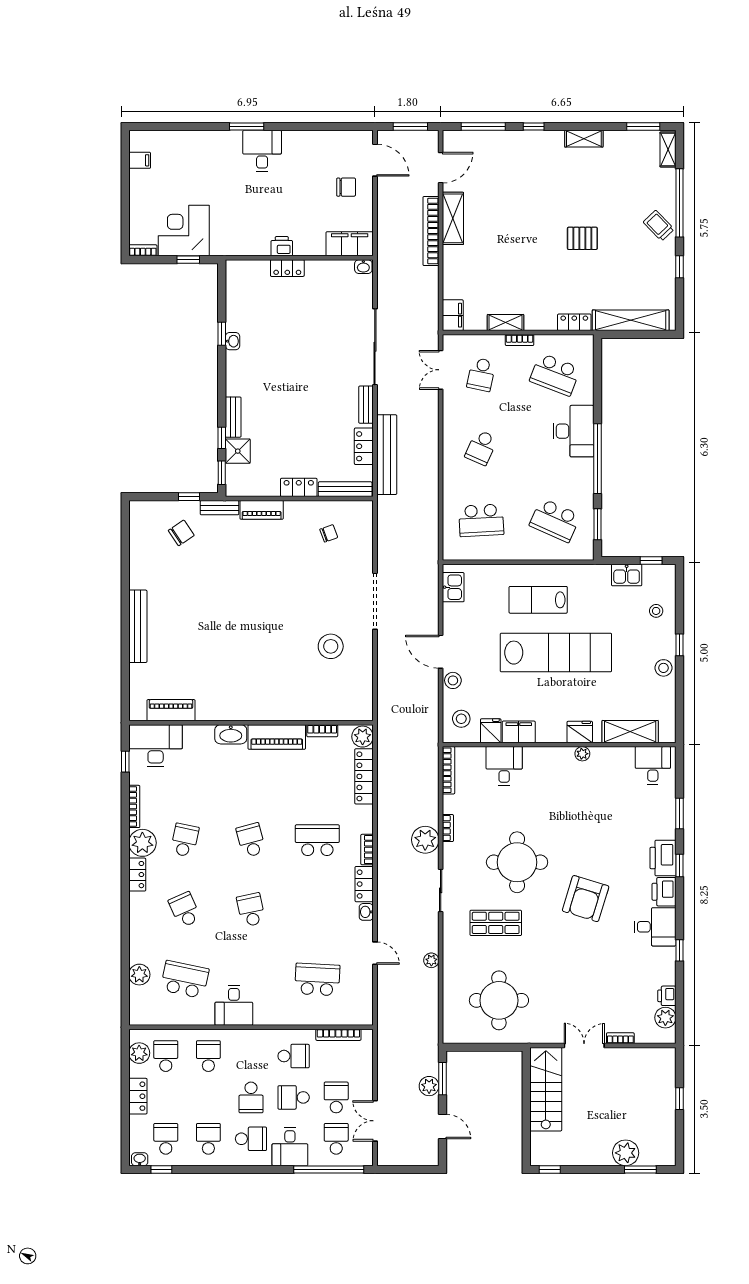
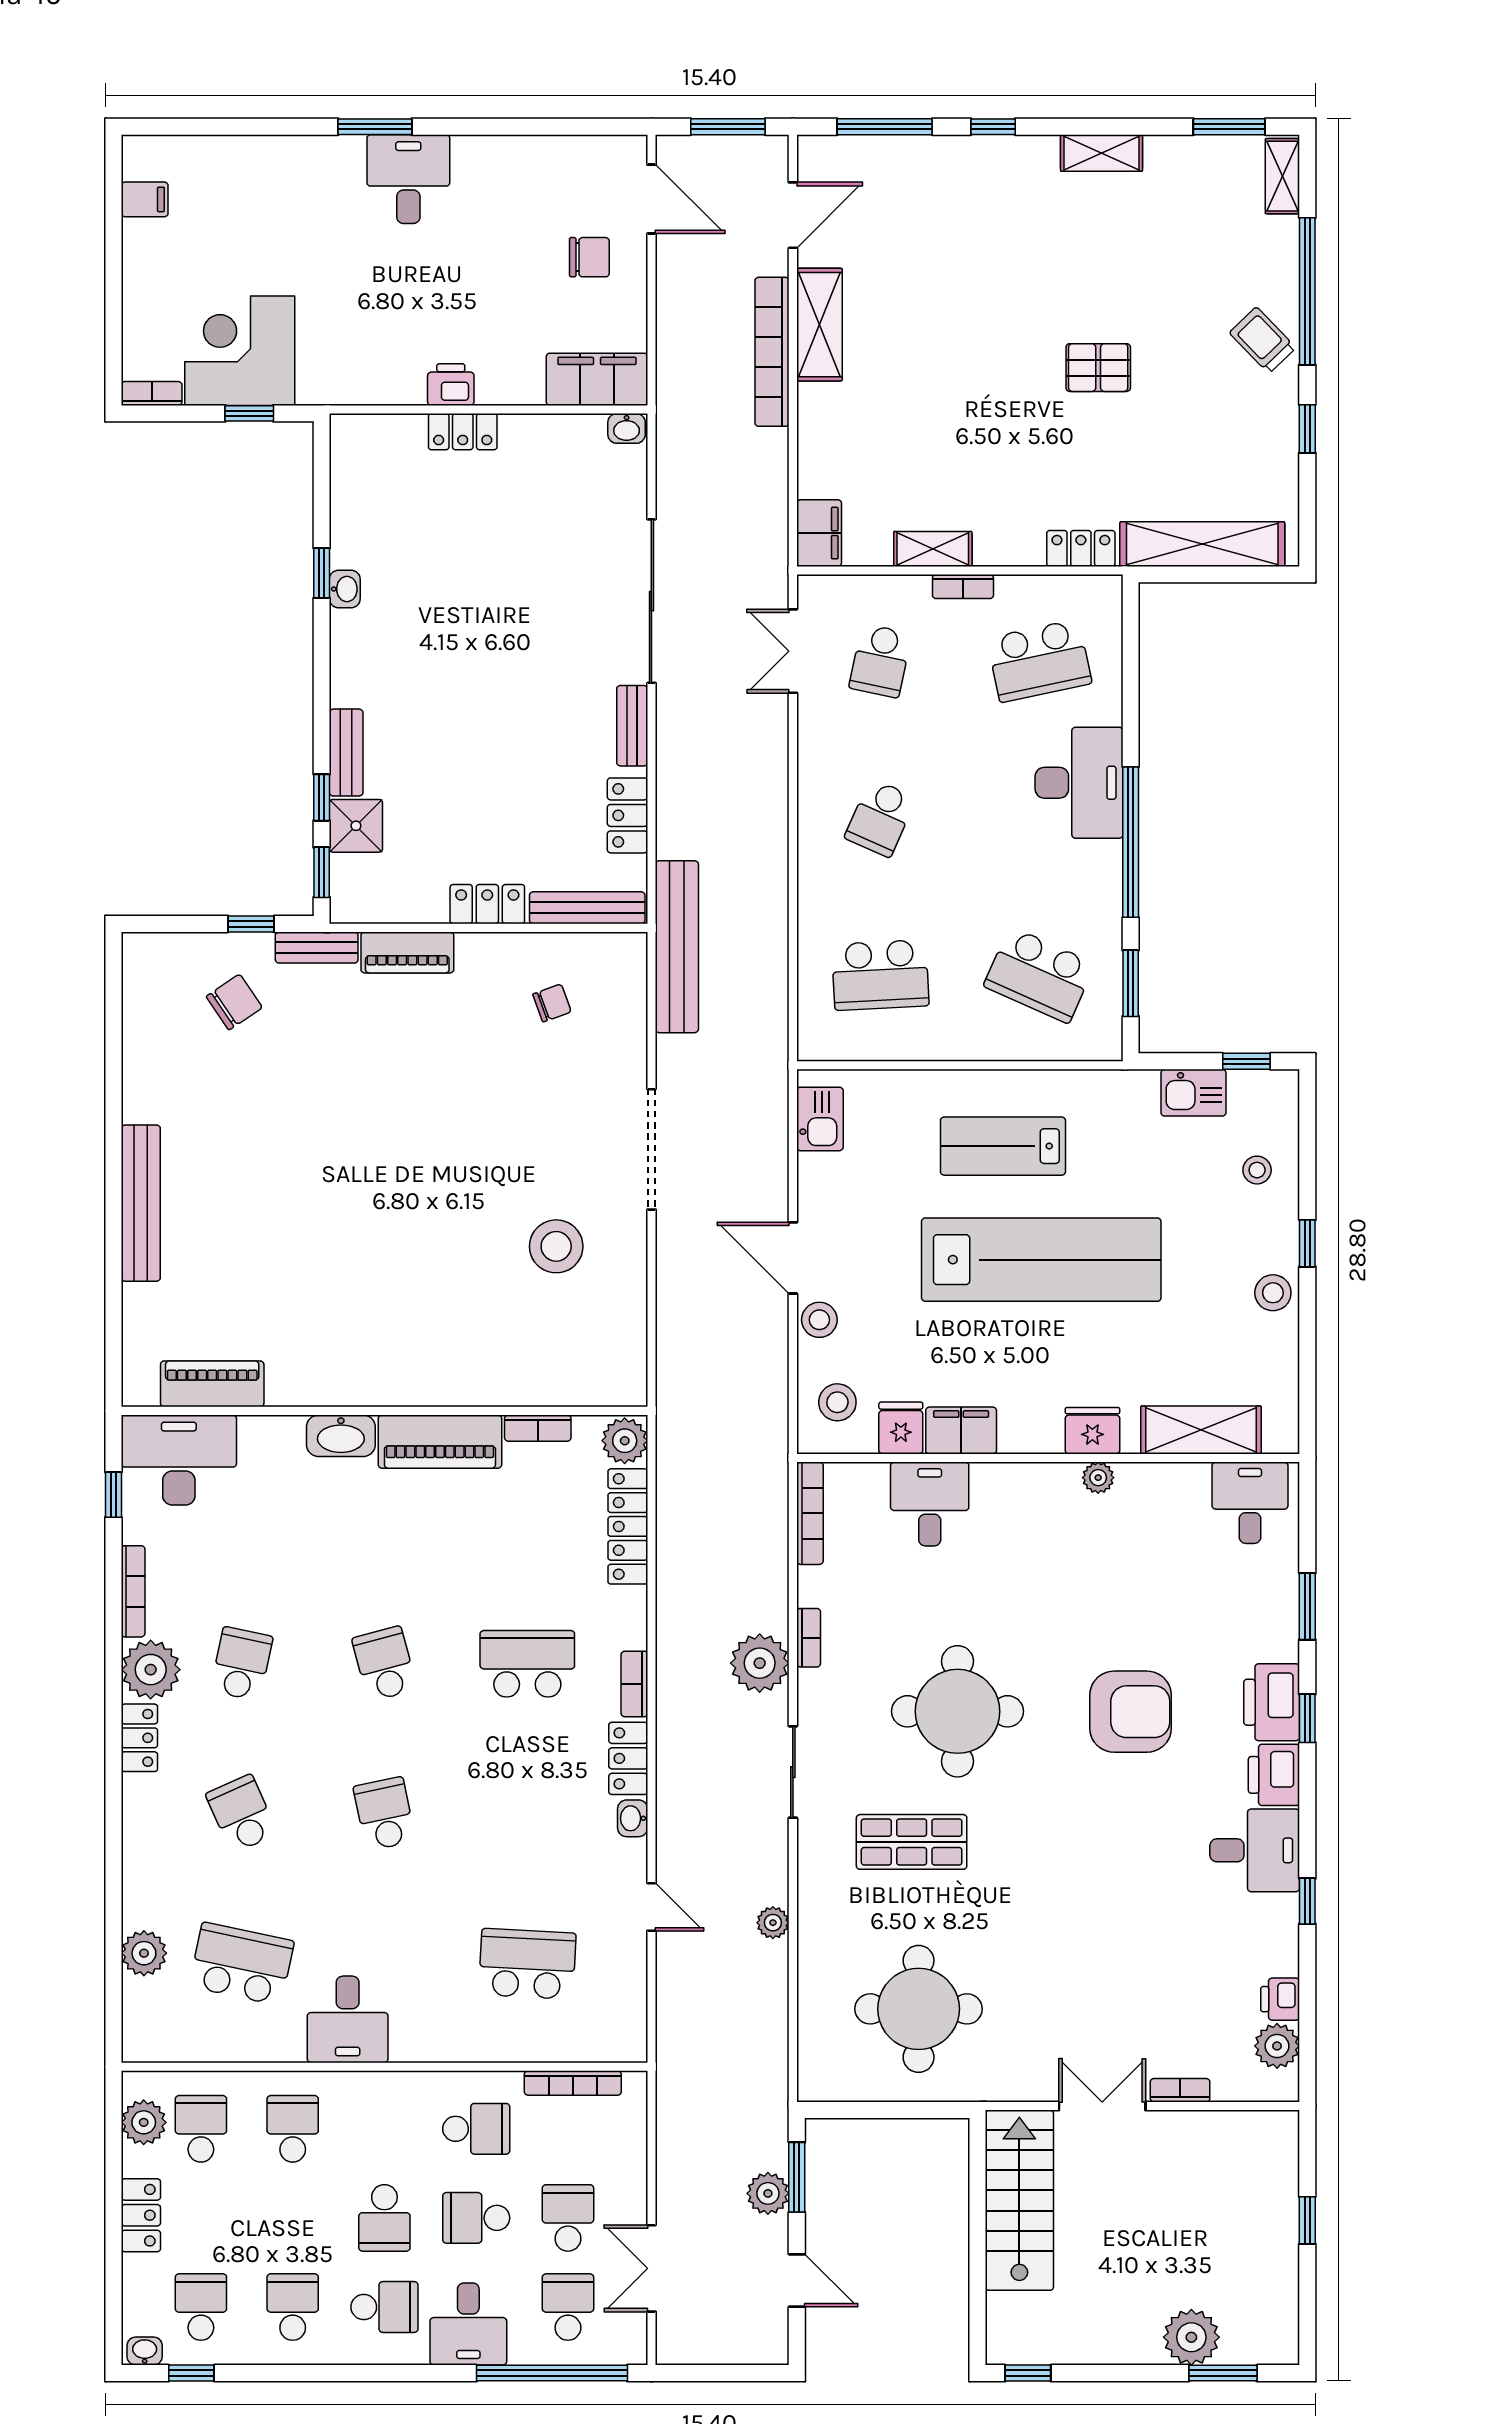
school desk: (555, 374) -> (1039, 661), turned -33
bench: (387, 455) -> (677, 947), moved
armchair: (586, 899) -> (1131, 1712), moved, turned -107

